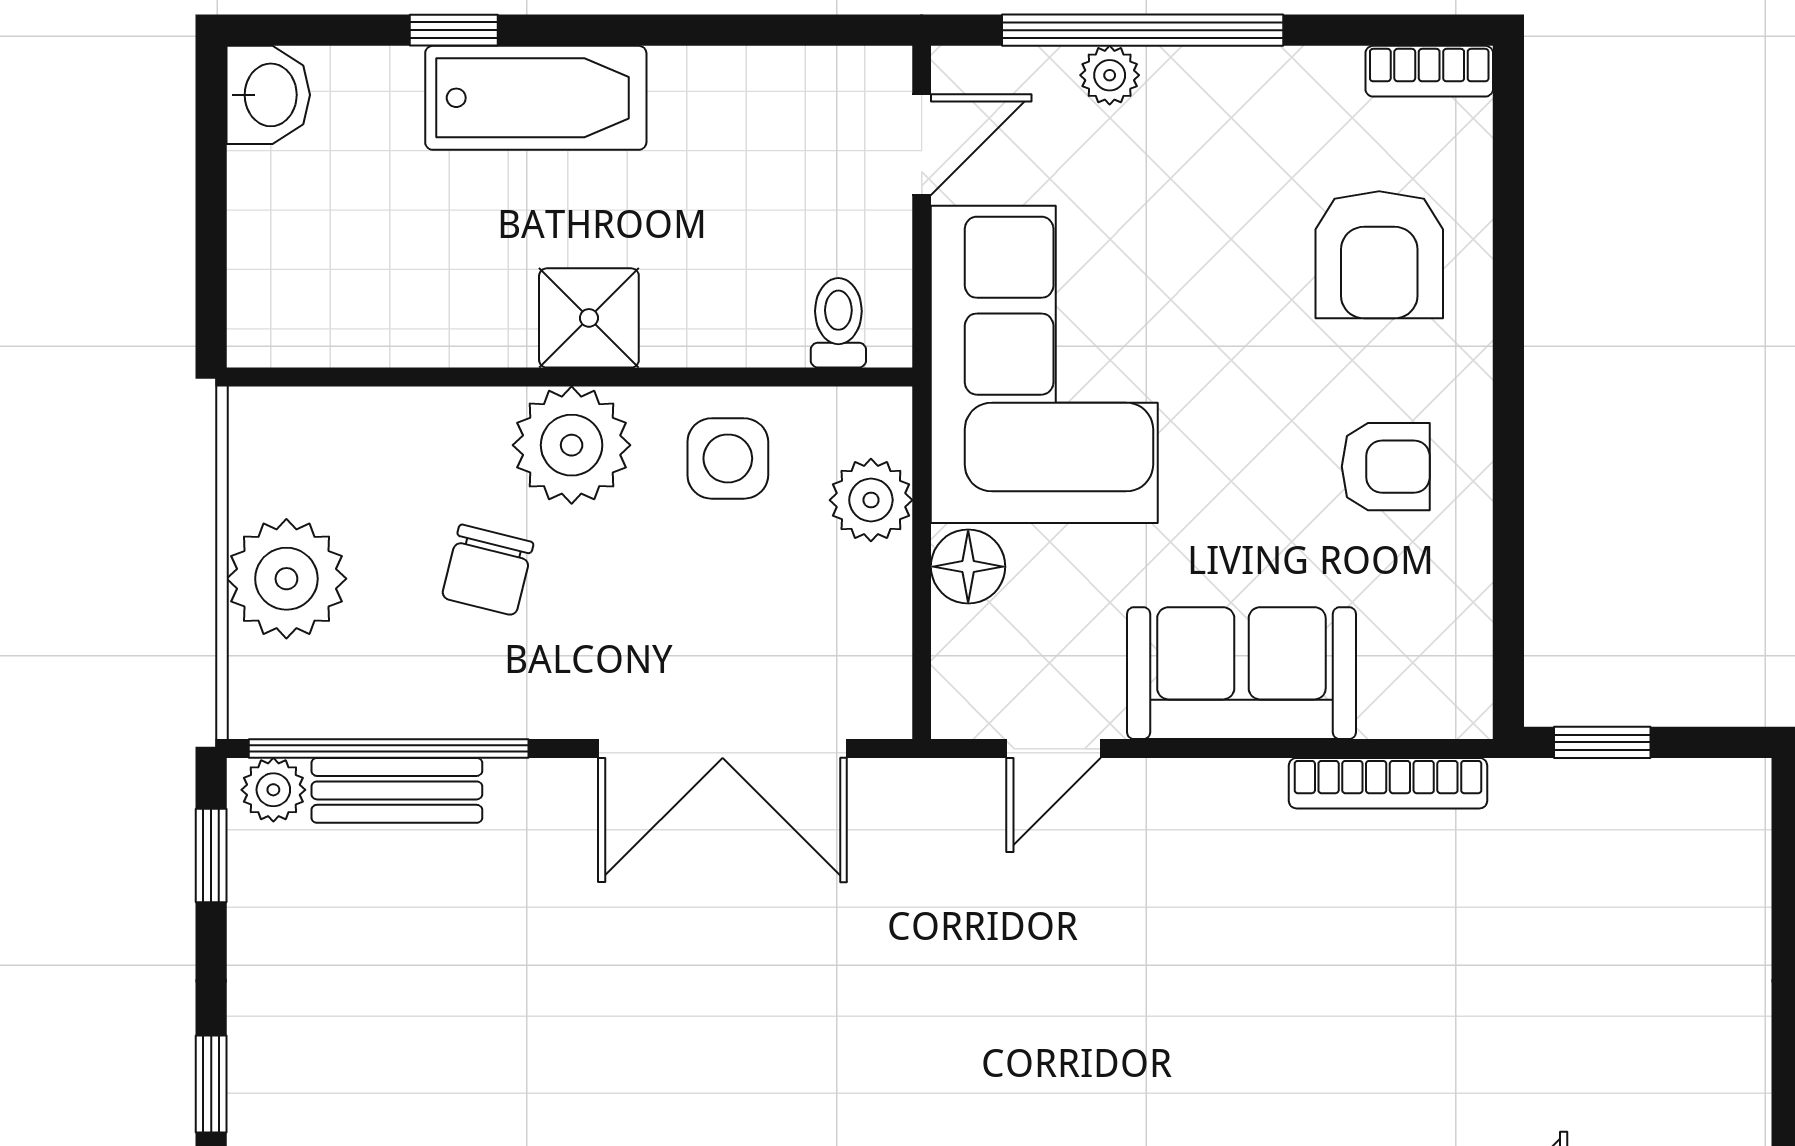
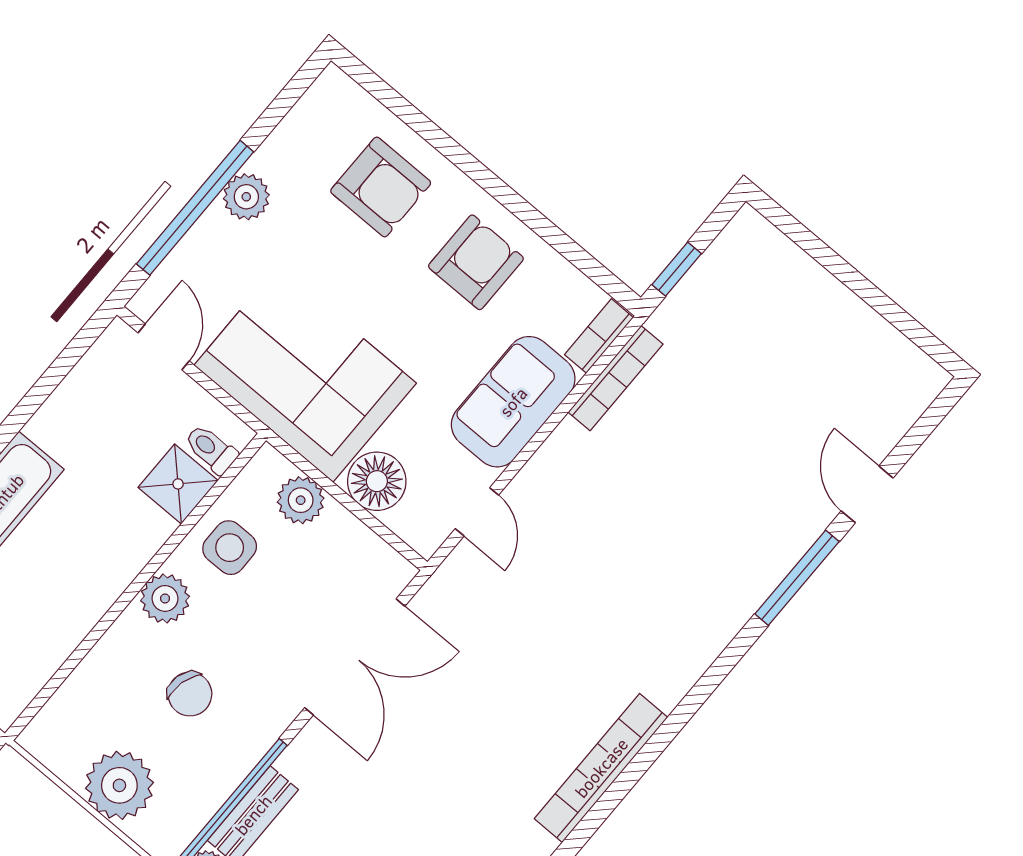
bookcase: (1429, 71) -> (599, 336), moved, turned 180
plant: (1110, 75) -> (246, 197), moved, width x1.38, depth x1.38
shower: (589, 318) -> (178, 484), moved
plant: (572, 445) -> (165, 598), width x0.73, depth x0.73
armchair: (1386, 467) -> (476, 262), width x1.38, depth x1.38
floor lamp: (968, 567) -> (377, 481), width x1.38, depth x1.38

